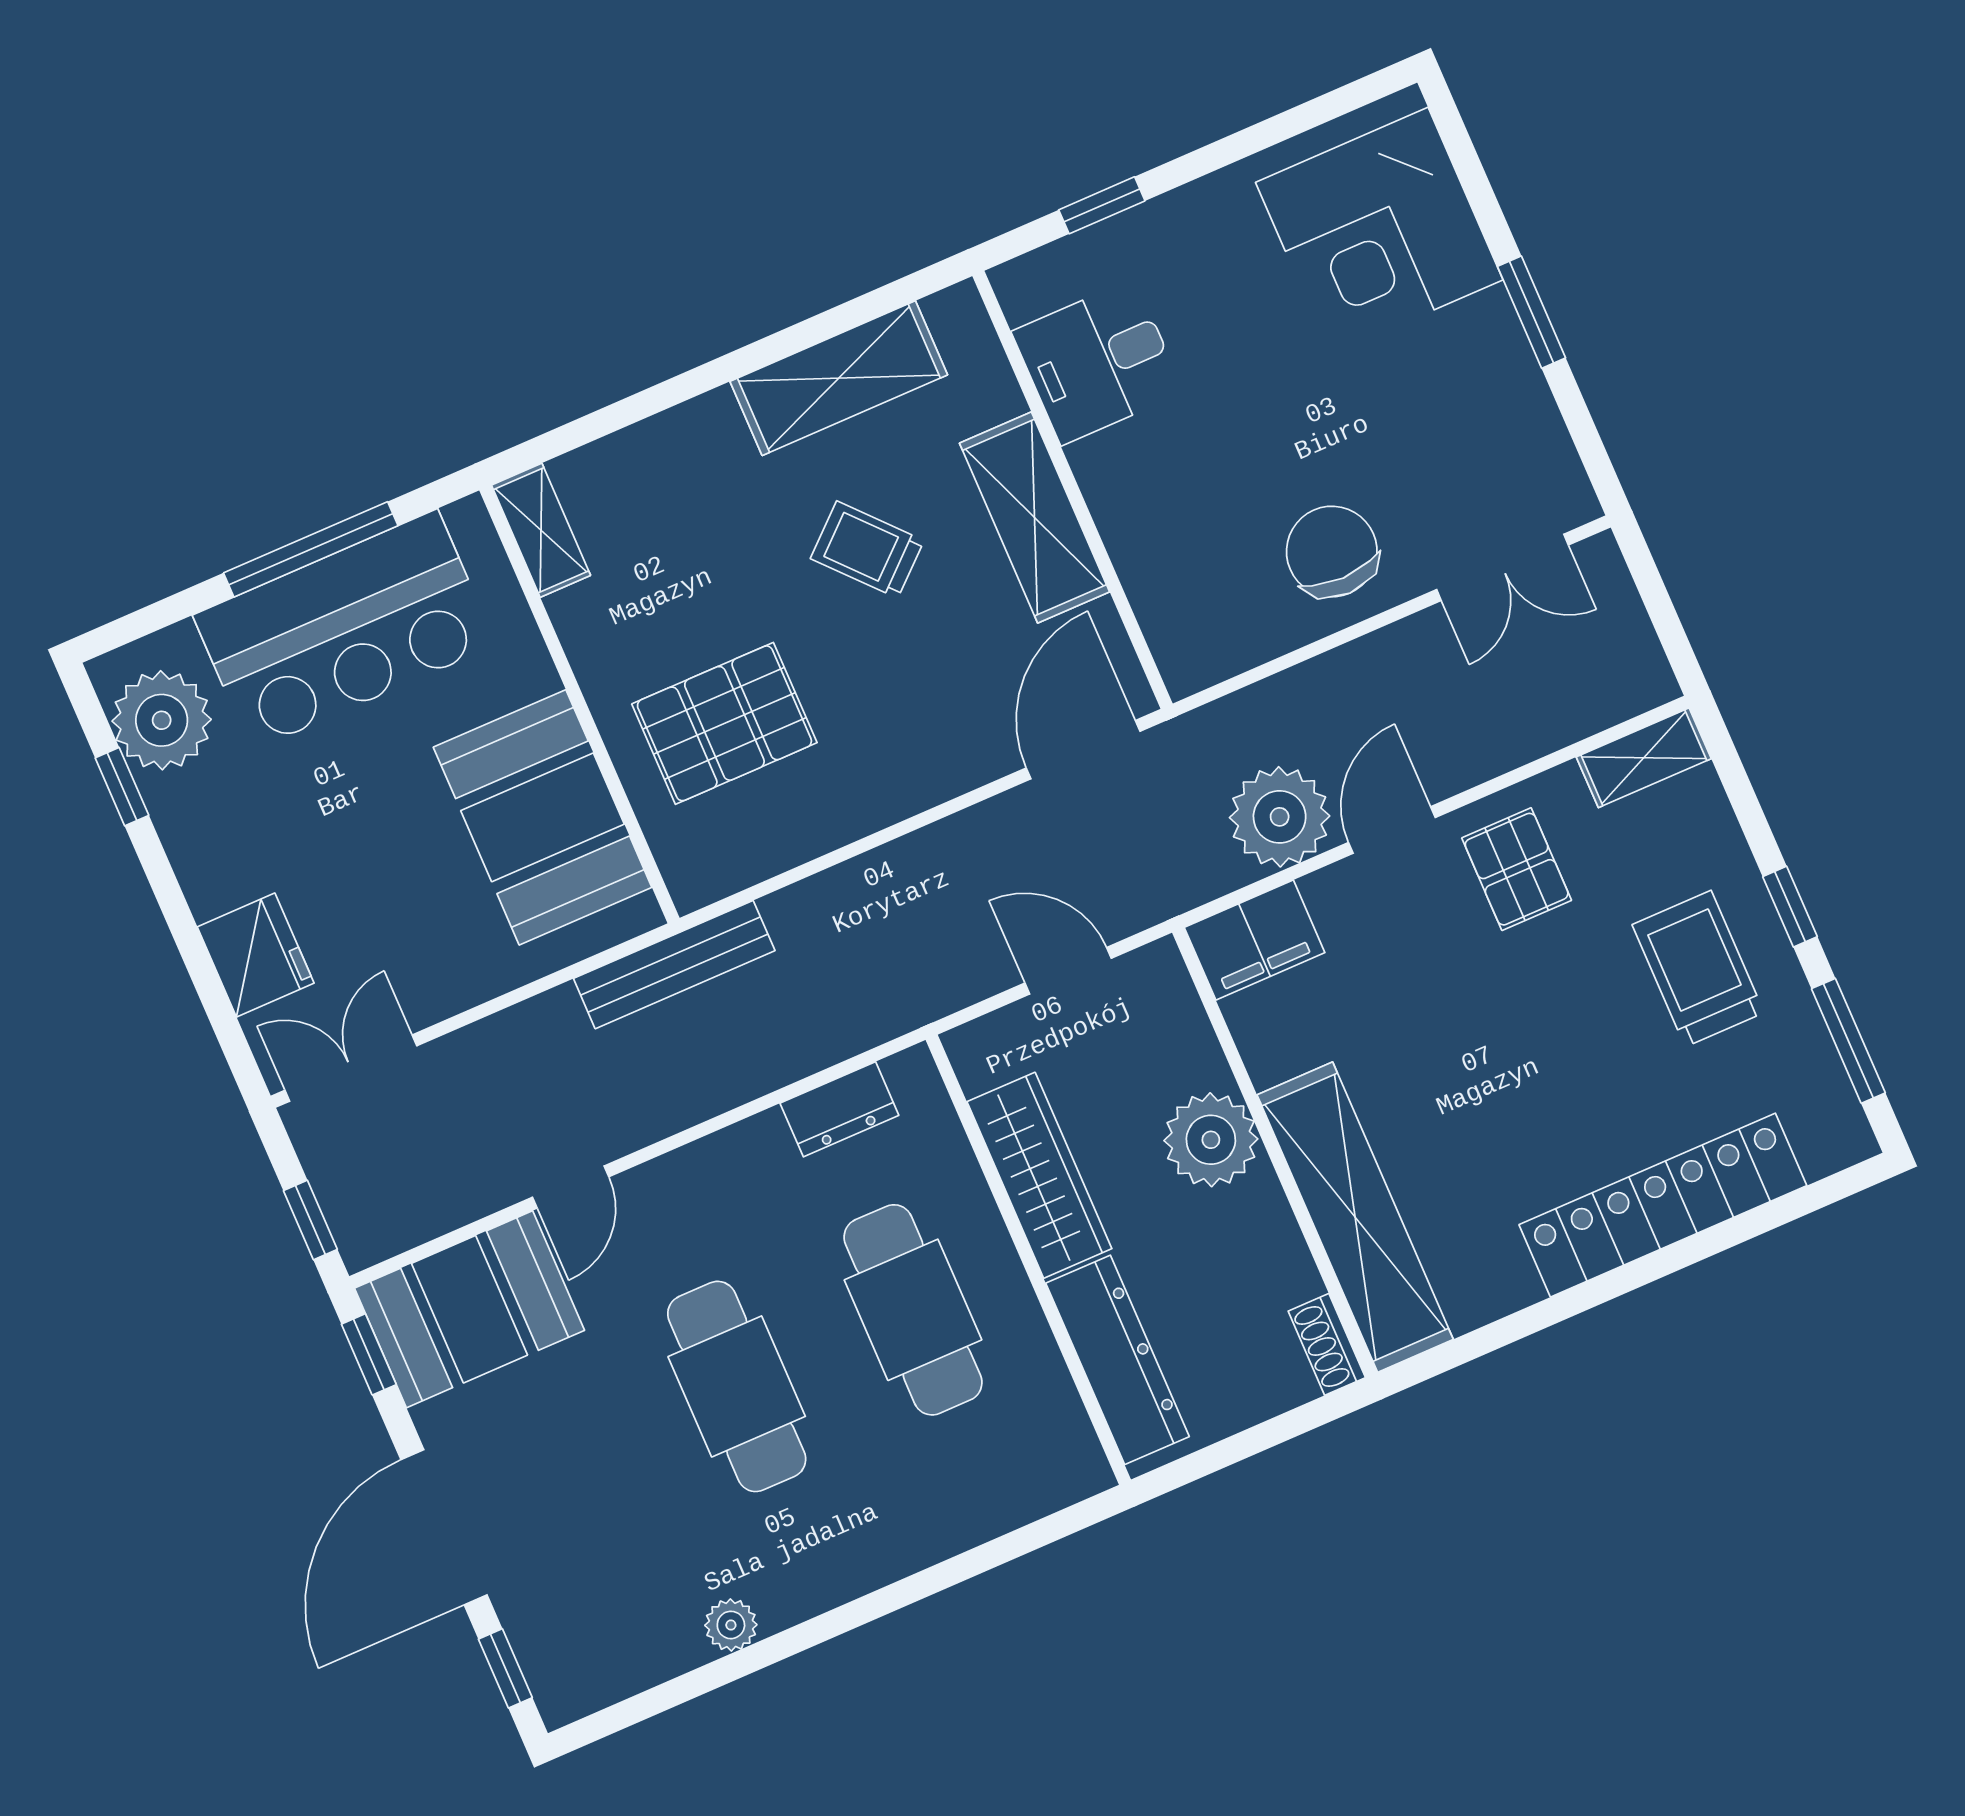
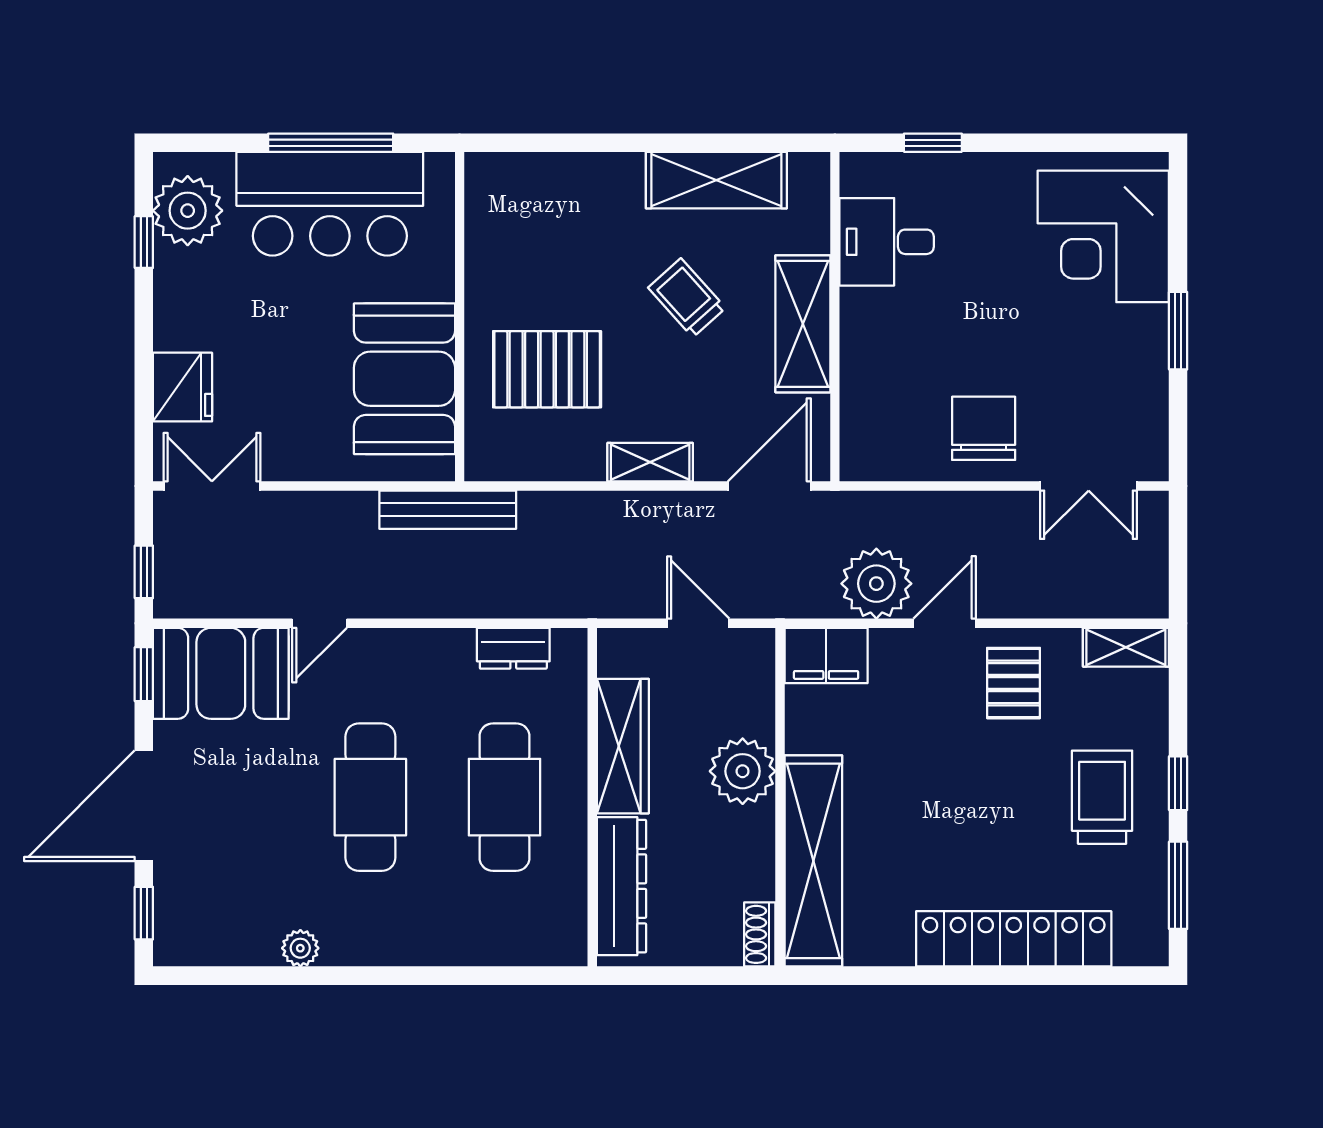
shelving: (541, 530) -> (650, 462), moved, turned 90

